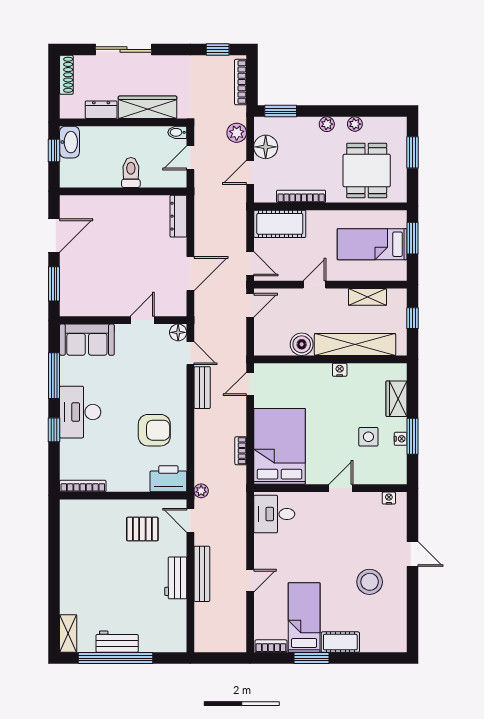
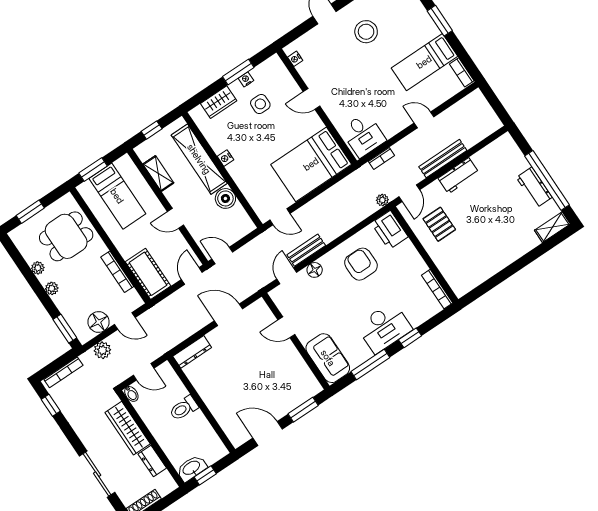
floor lamp: (178, 332) -> (315, 270), moved
bookcase: (241, 451) -> (381, 158), moved
cot: (340, 642) -> (425, 23), removed
window: (311, 658) -> (440, 21), moved

